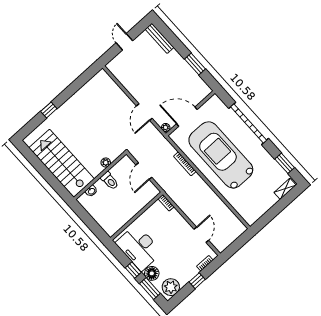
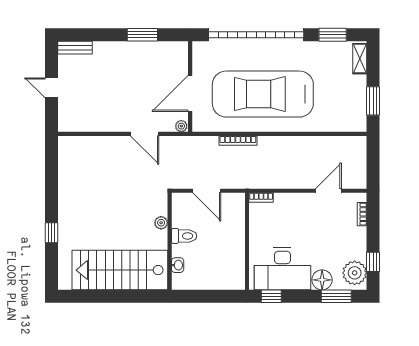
bench: (159, 38) -> (75, 48), width x0.73
garage door: (249, 123) -> (256, 35), width x1.36
window: (269, 216) -> (373, 101), added
door: (201, 235) -> (328, 191), hinge flipped
window: (133, 270) -> (271, 296), moved
window: (197, 281) -> (373, 262), moved

